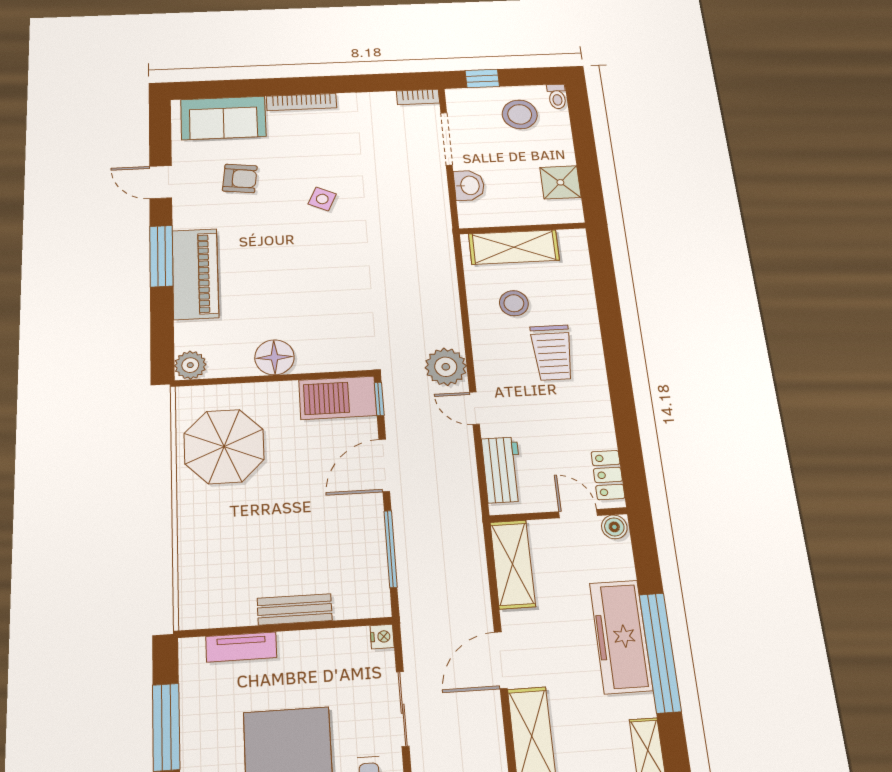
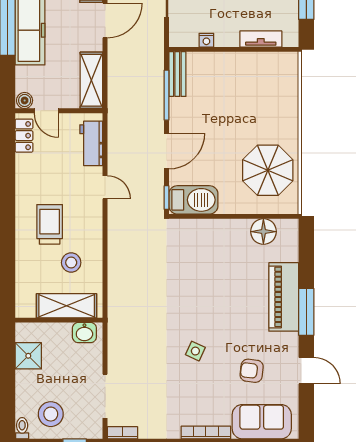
washbasin: (469, 185) -> (84, 333), moved, turned -90
floor lamp: (274, 357) -> (263, 232), moved
plant: (190, 365) -> (288, 229), removed
plant: (446, 367) -> (121, 218), removed
bench: (295, 609) -> (177, 74), moved, turned 90
nightstand: (382, 637) -> (206, 40), moved, turned -90

